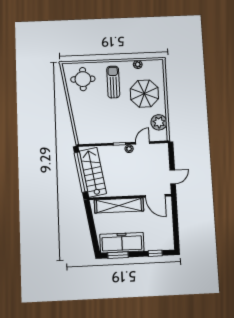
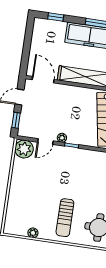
parasol: (144, 94) -> (32, 197), removed
plant: (159, 122) -> (24, 149), moved
window: (171, 156) -> (16, 120), added

